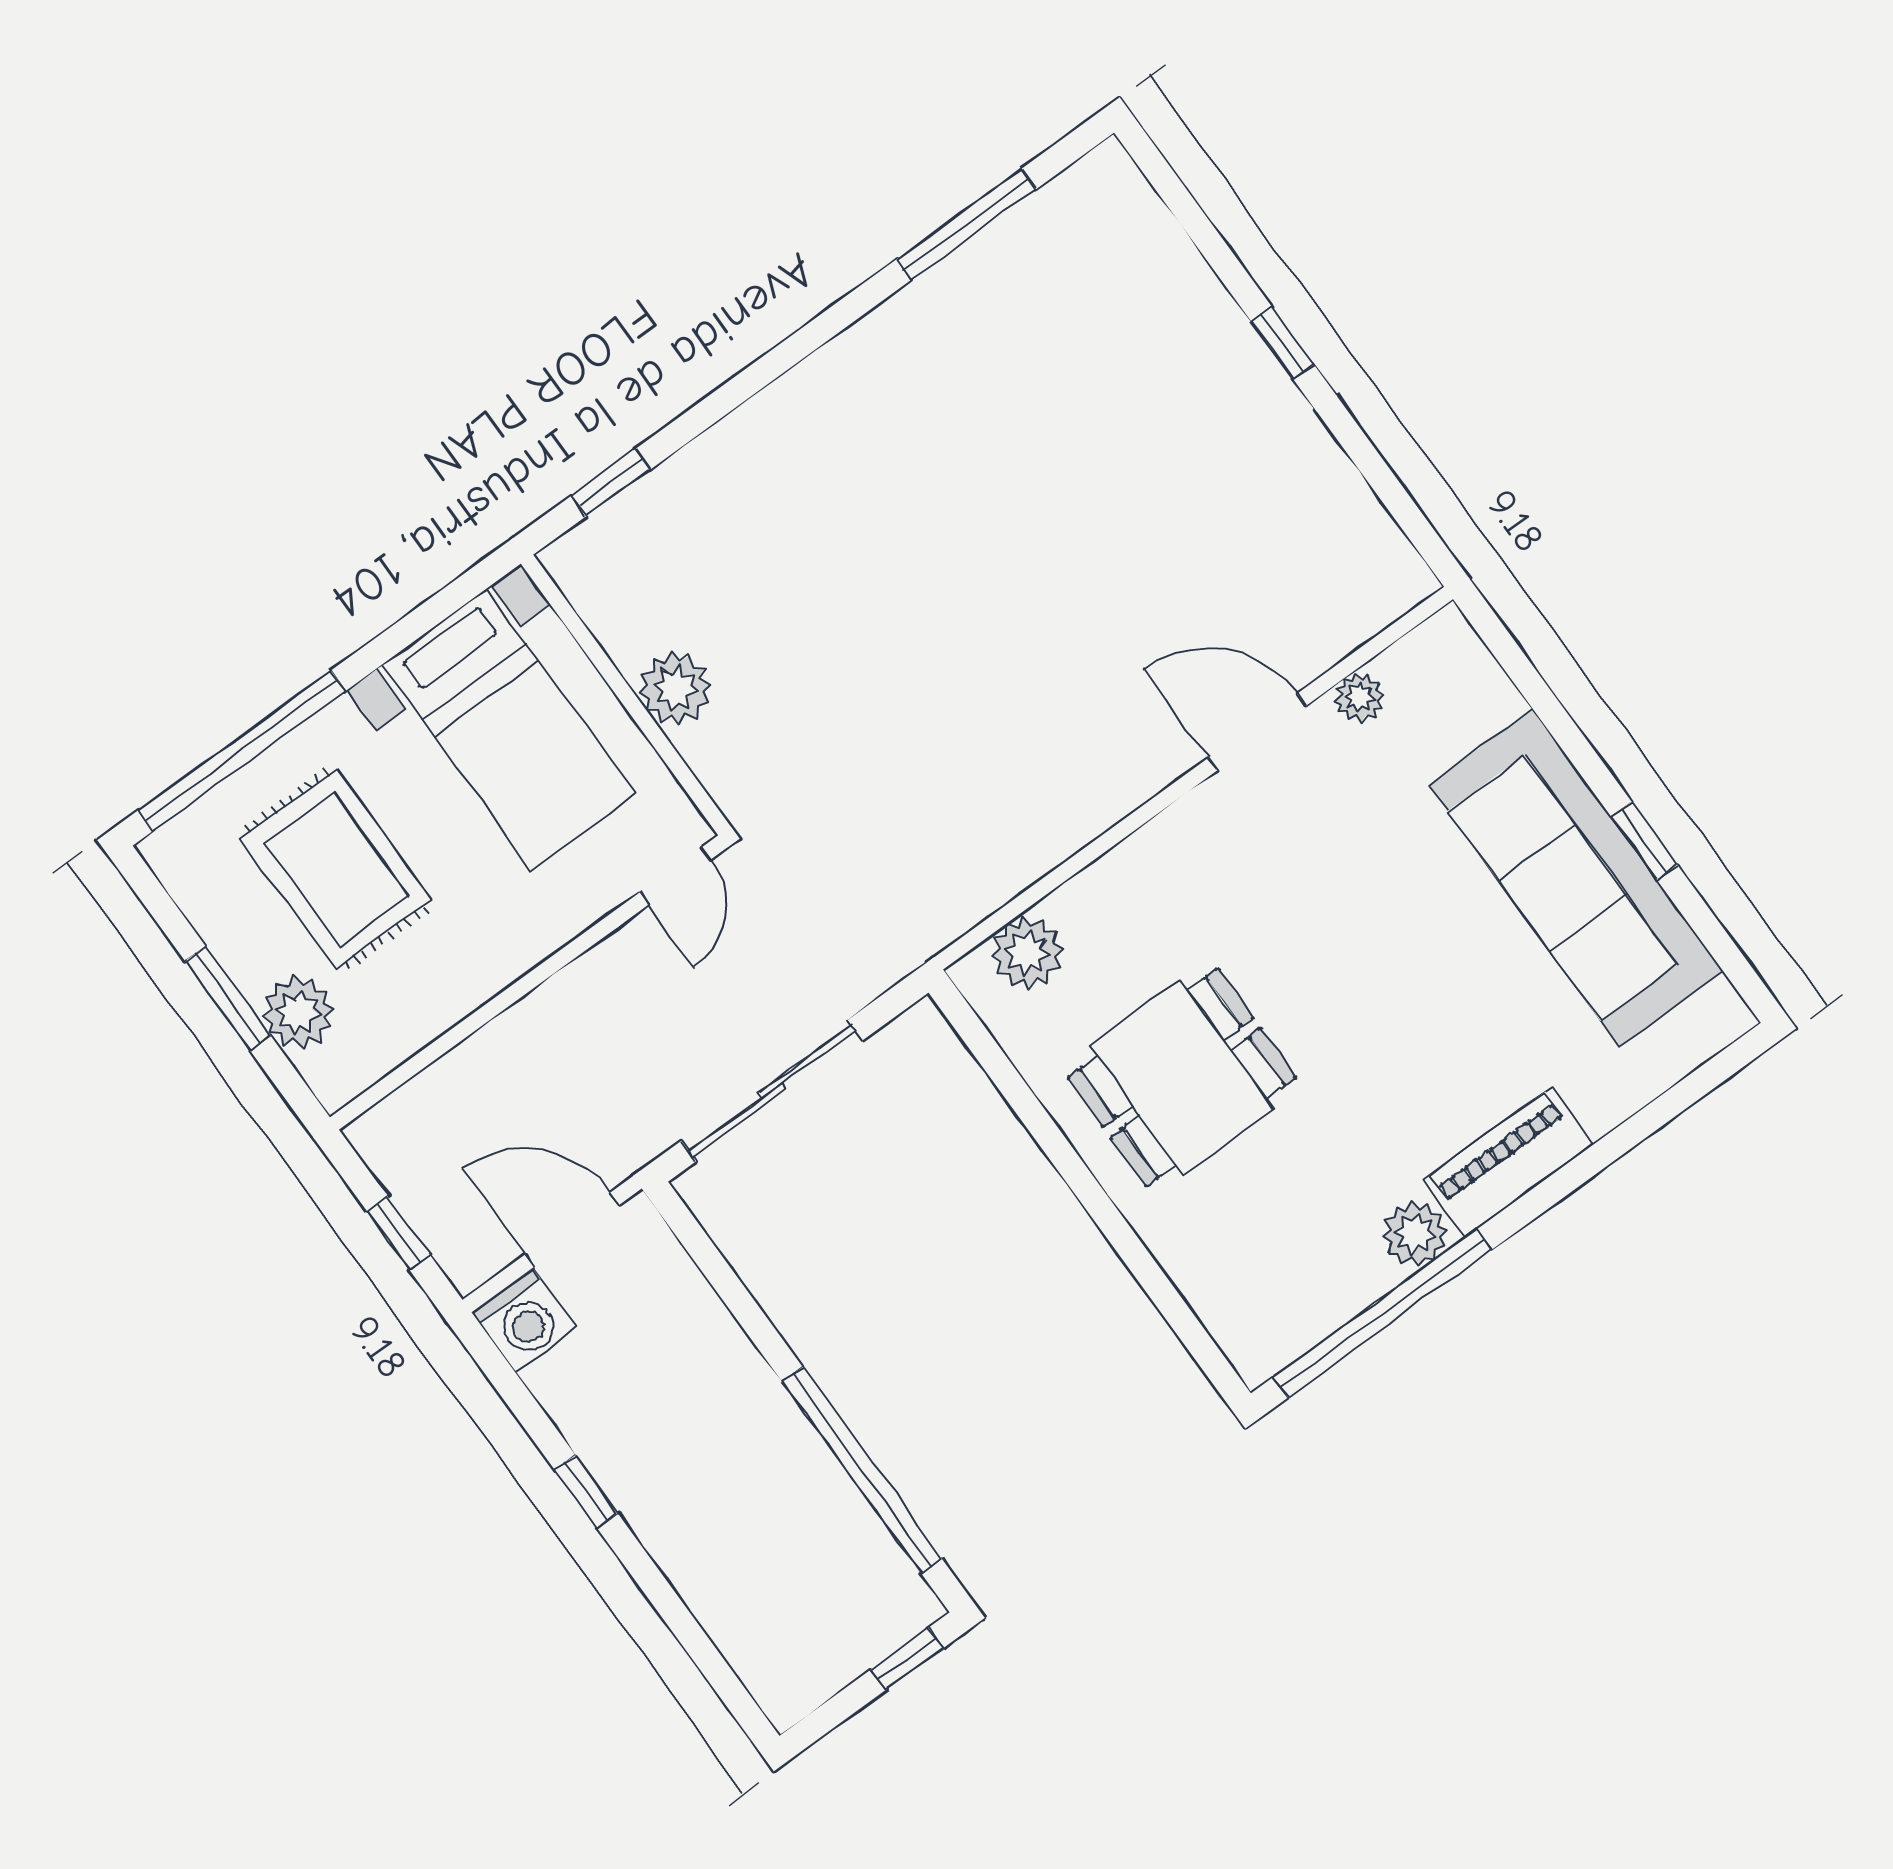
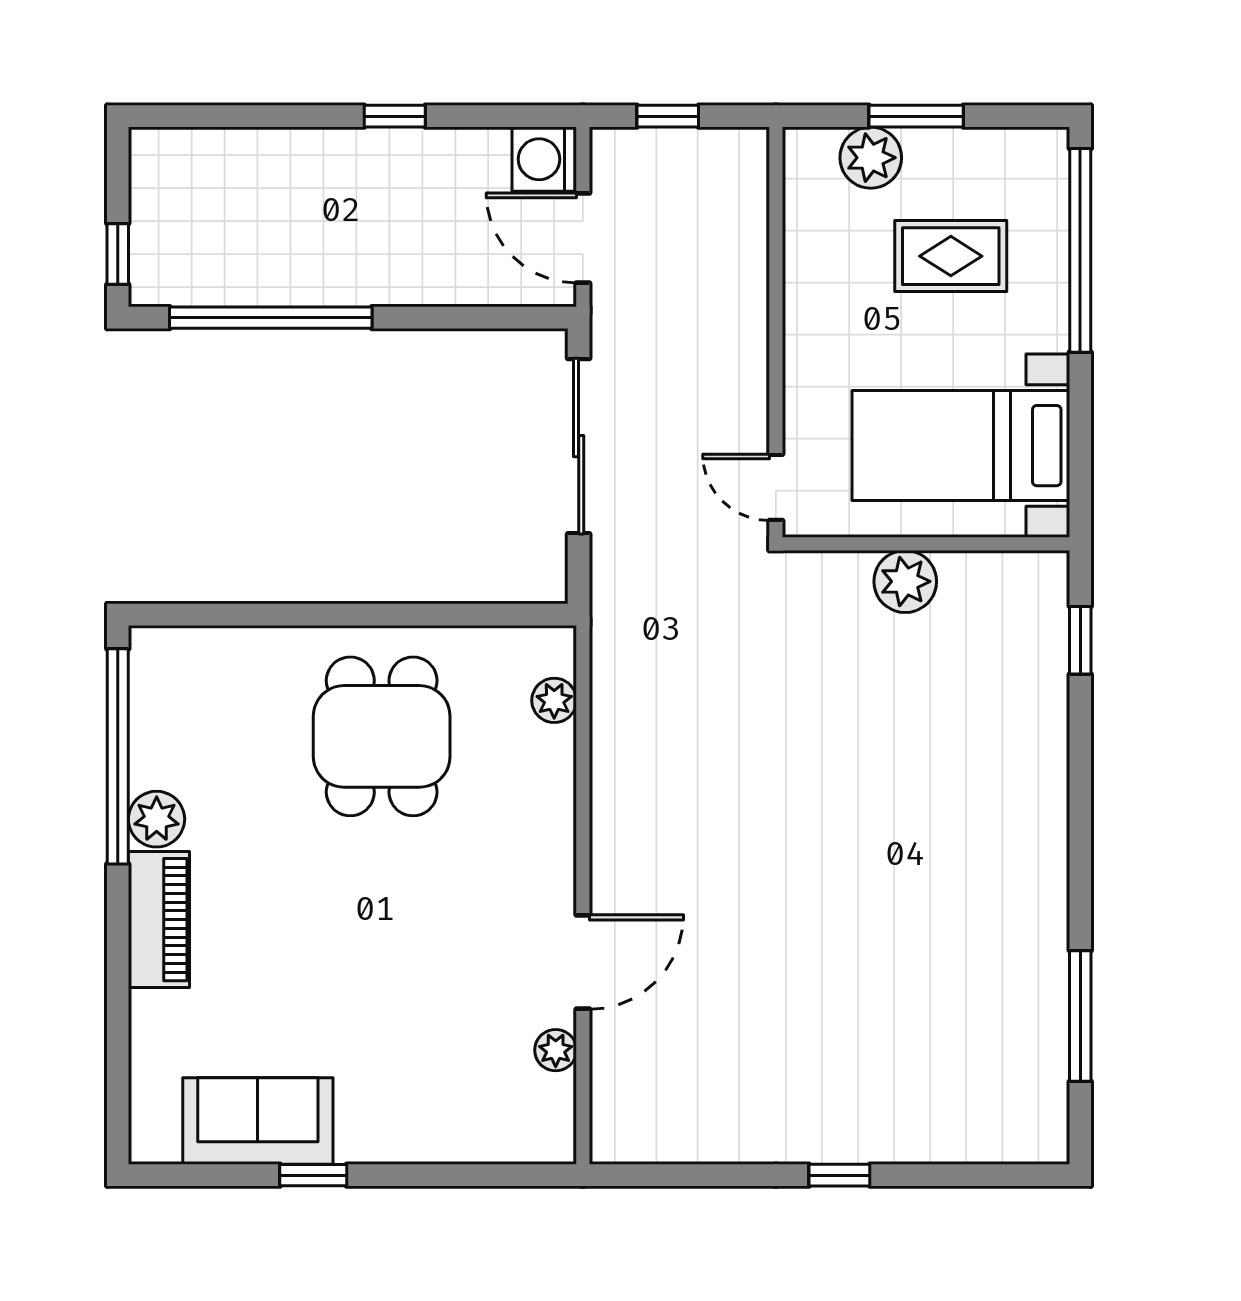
rug: (336, 869) -> (951, 256), width x0.73, depth x0.70
sofa: (1576, 878) -> (258, 1121), width x0.54, depth x0.79
plant: (1027, 953) -> (554, 700), width x0.73, depth x0.73
door: (572, 1230) -> (583, 238), swing flipped

